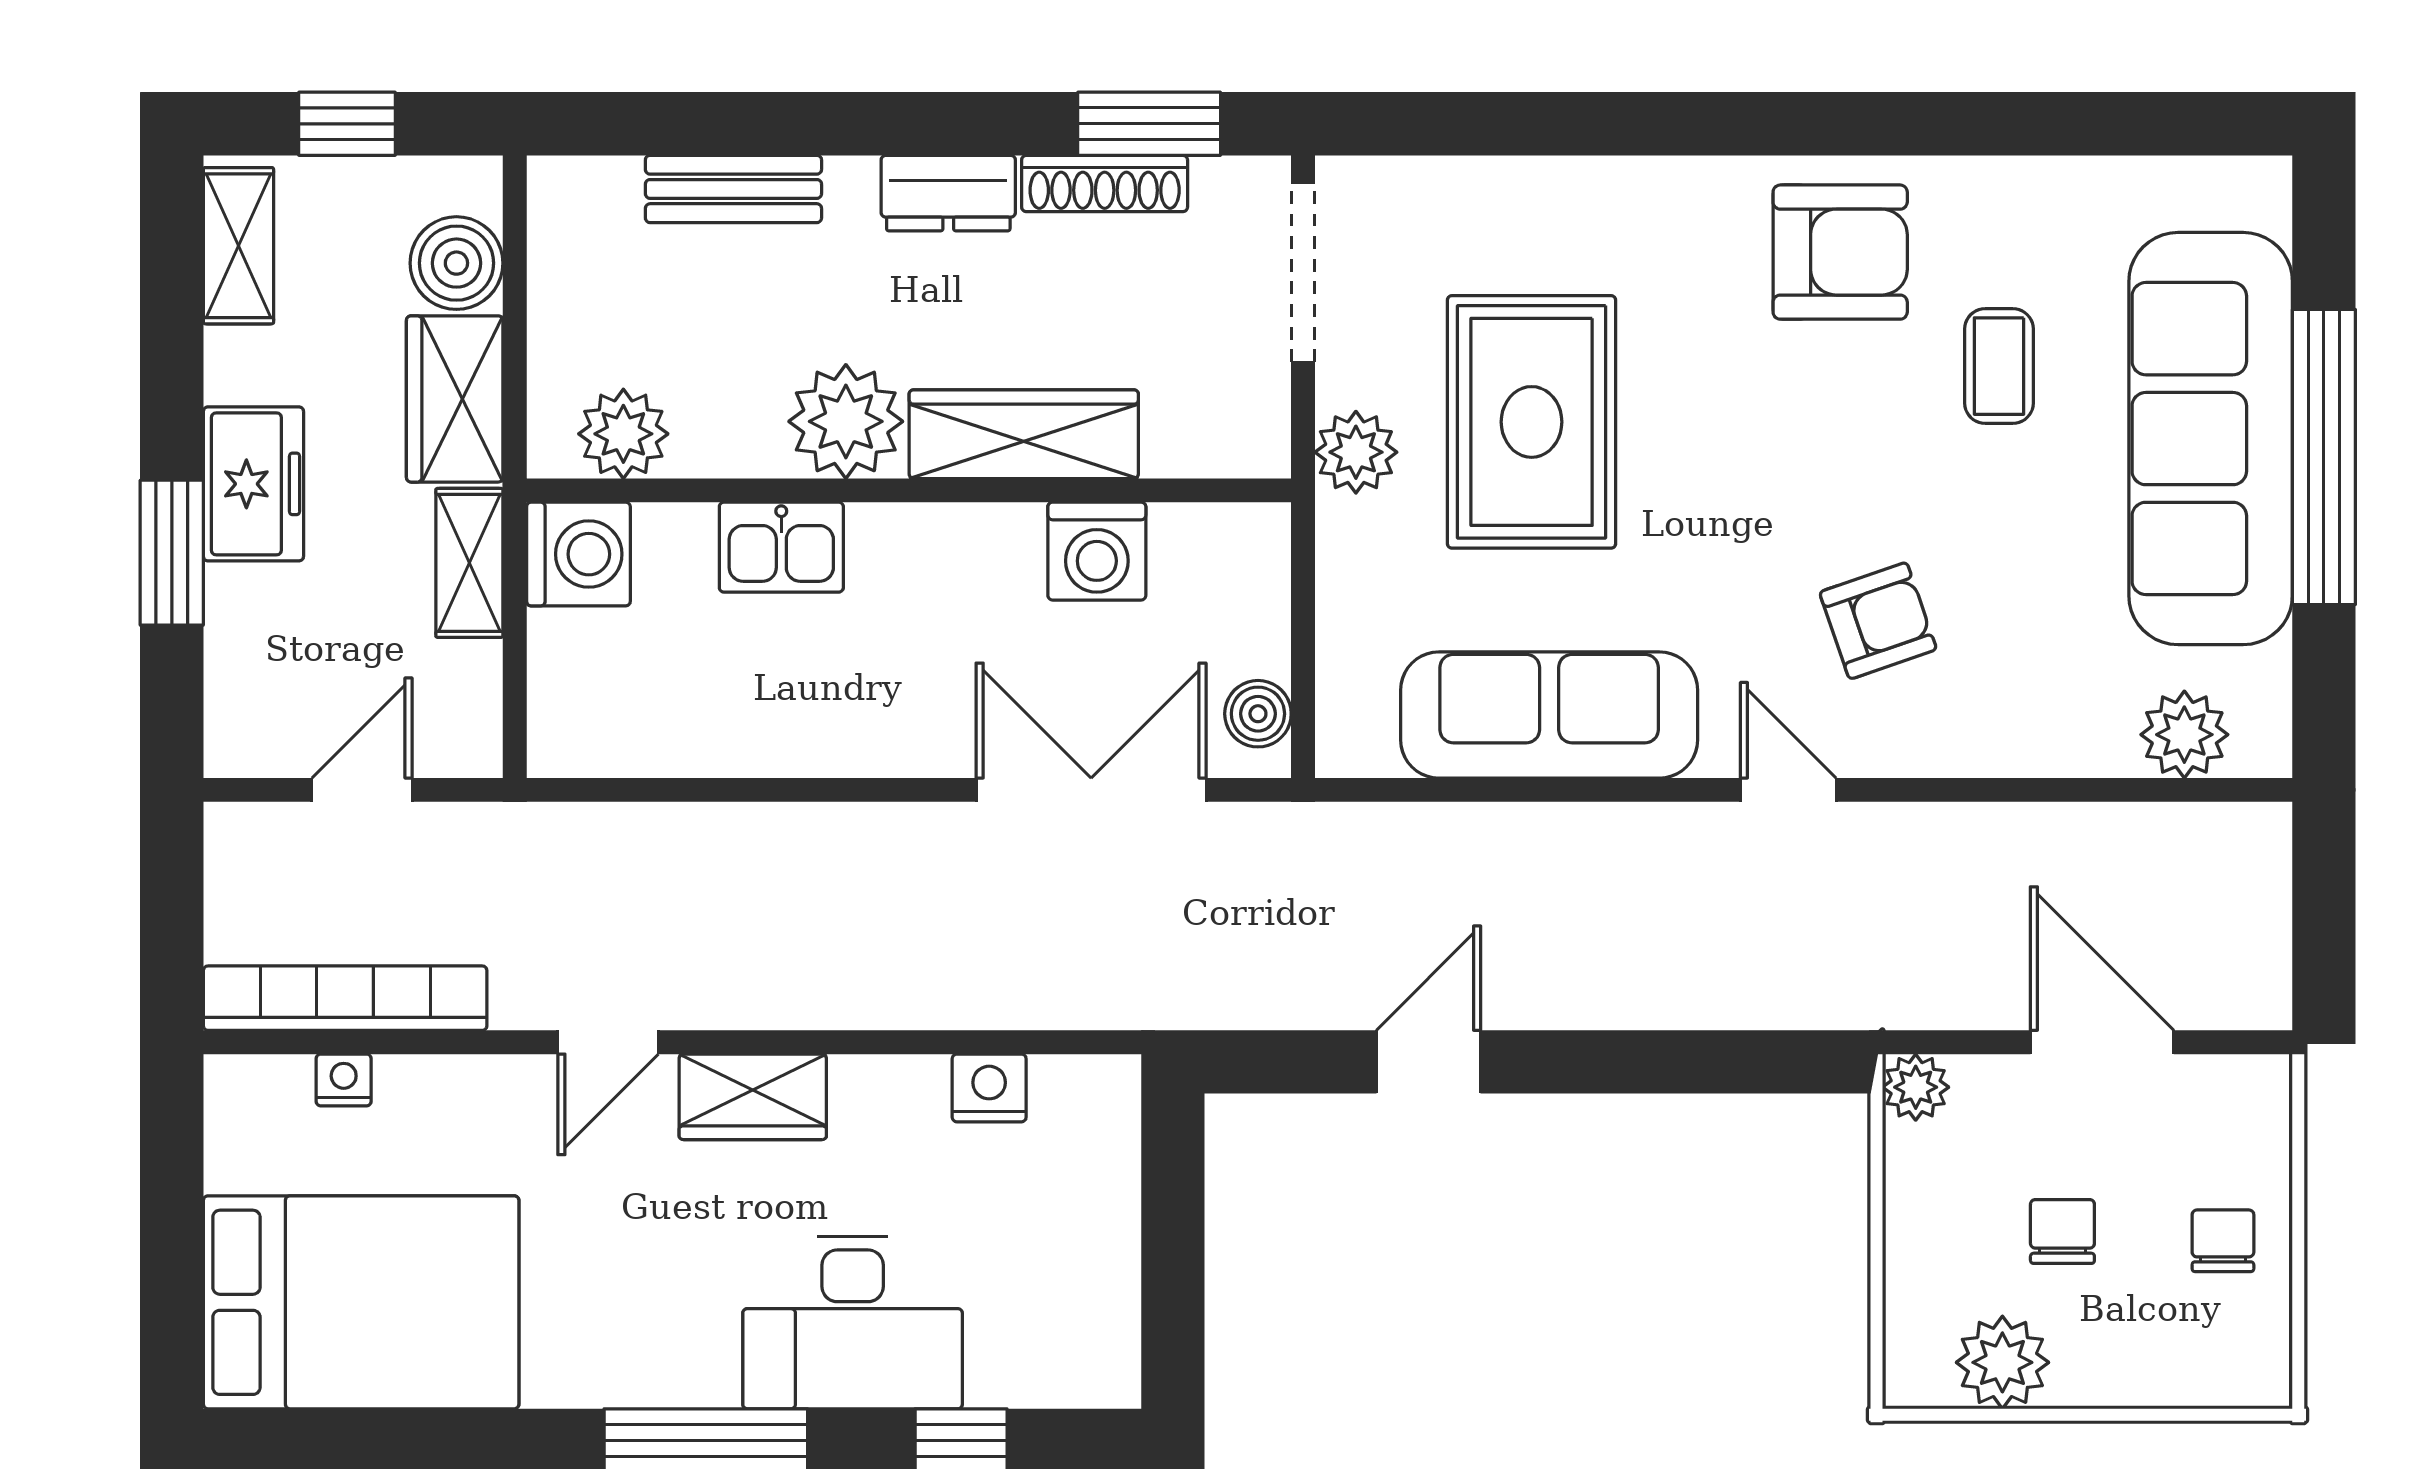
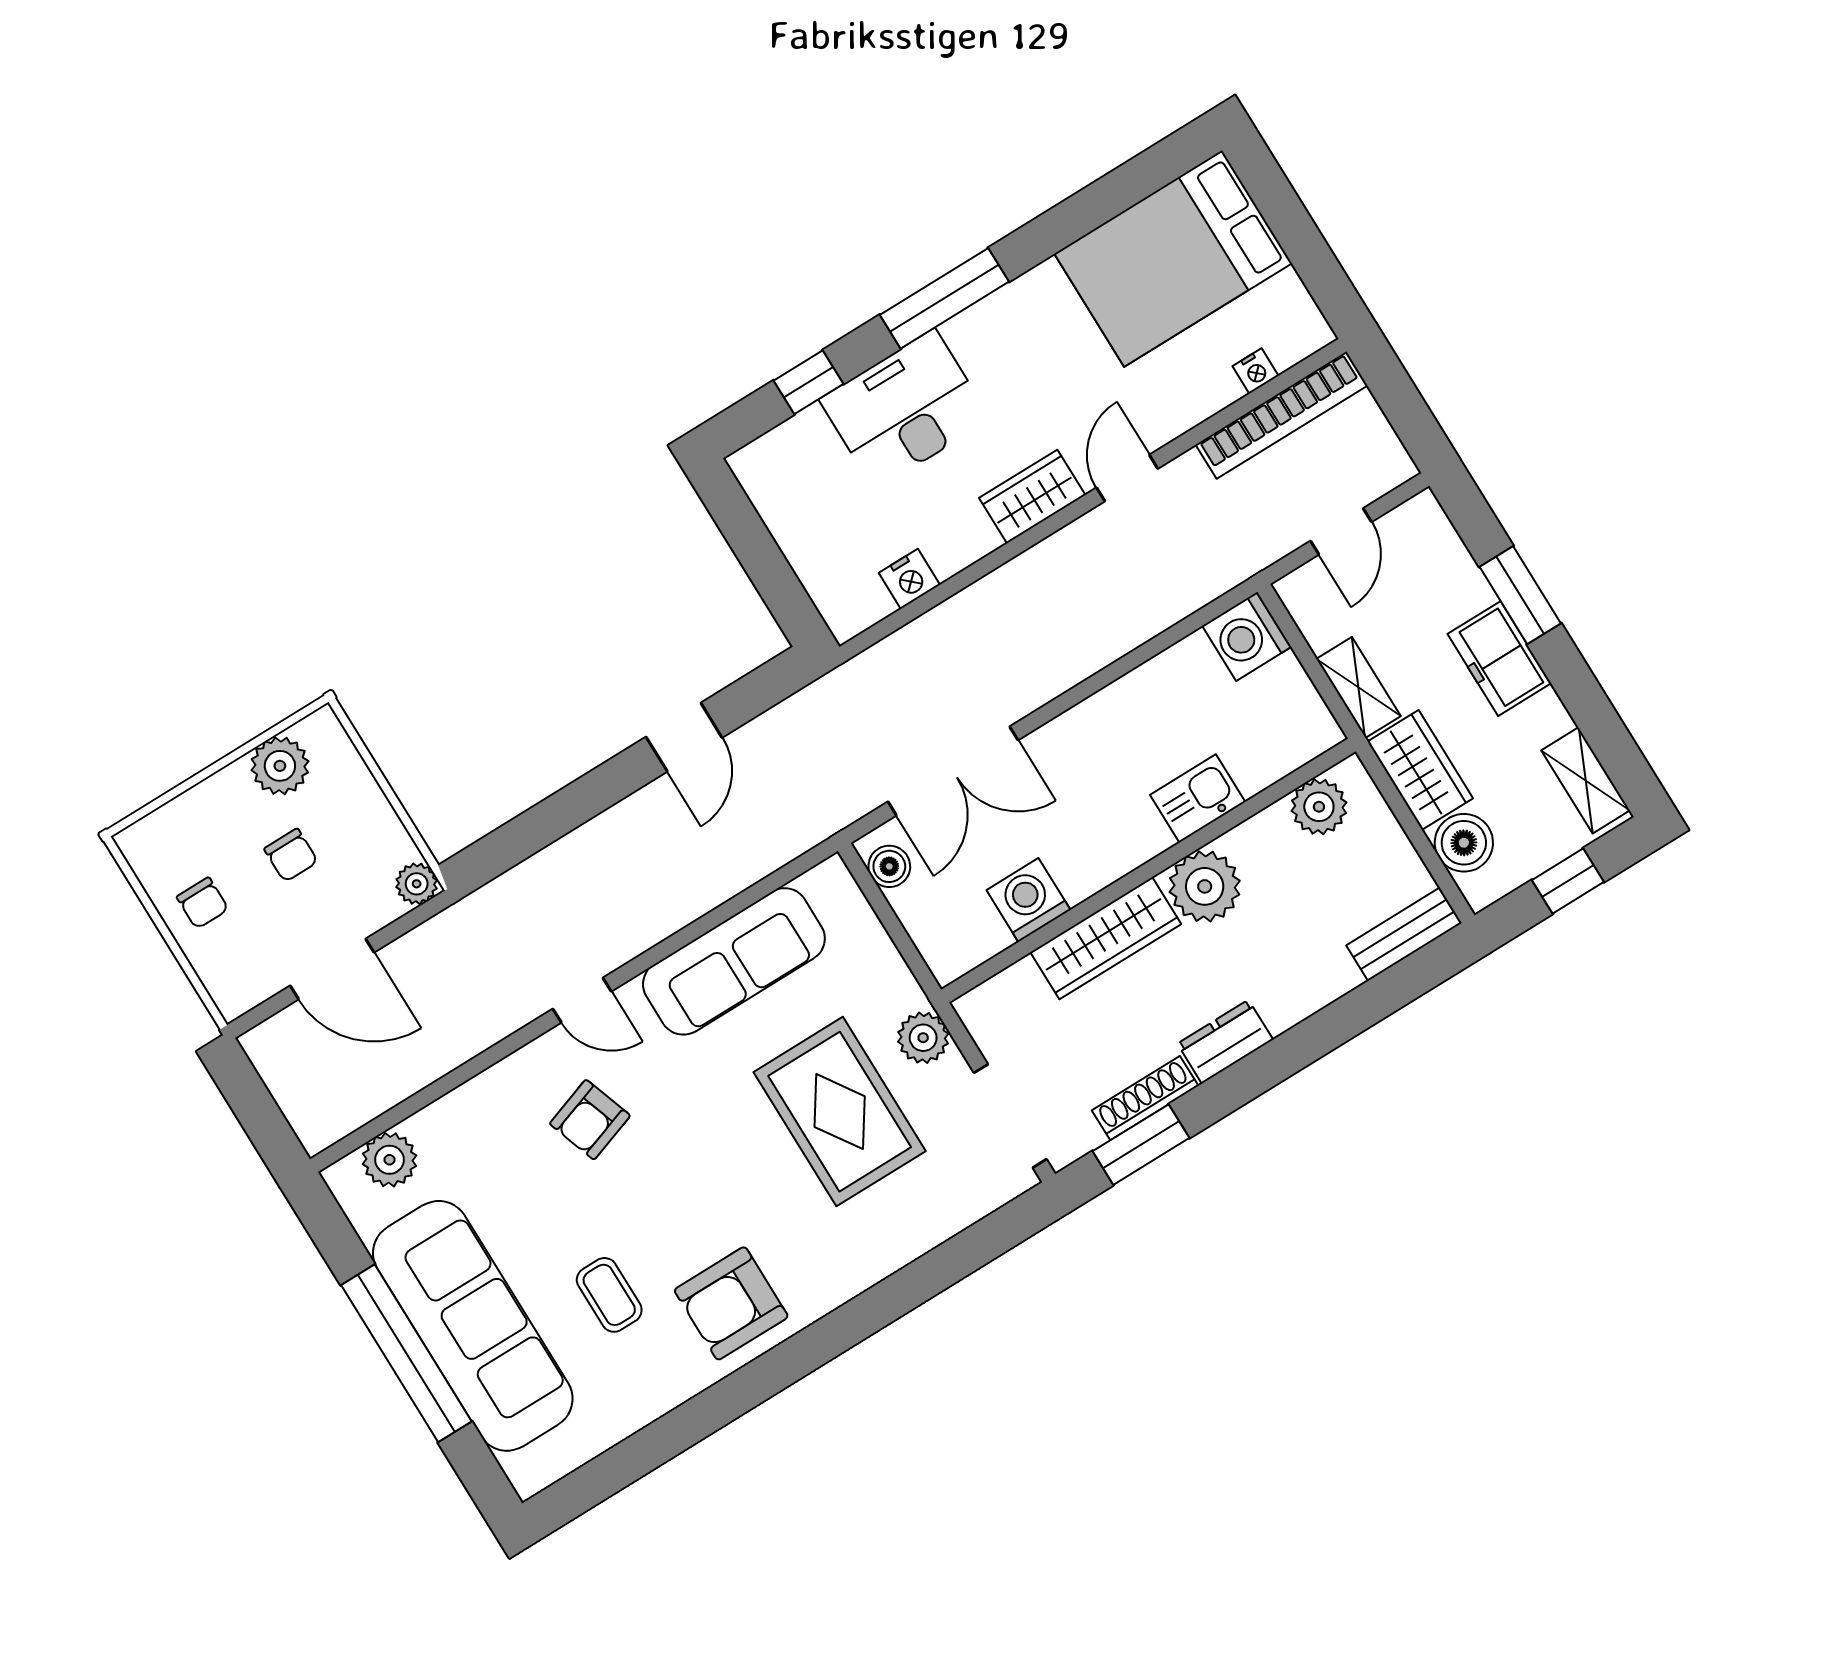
bench: (733, 189) -> (1404, 934), moved
washing machine: (578, 554) -> (1247, 636), moved

